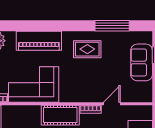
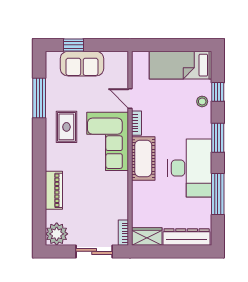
piano: (39, 41) -> (54, 190), width x0.73, depth x0.75
corner sofa: (34, 84) -> (108, 141), moved

